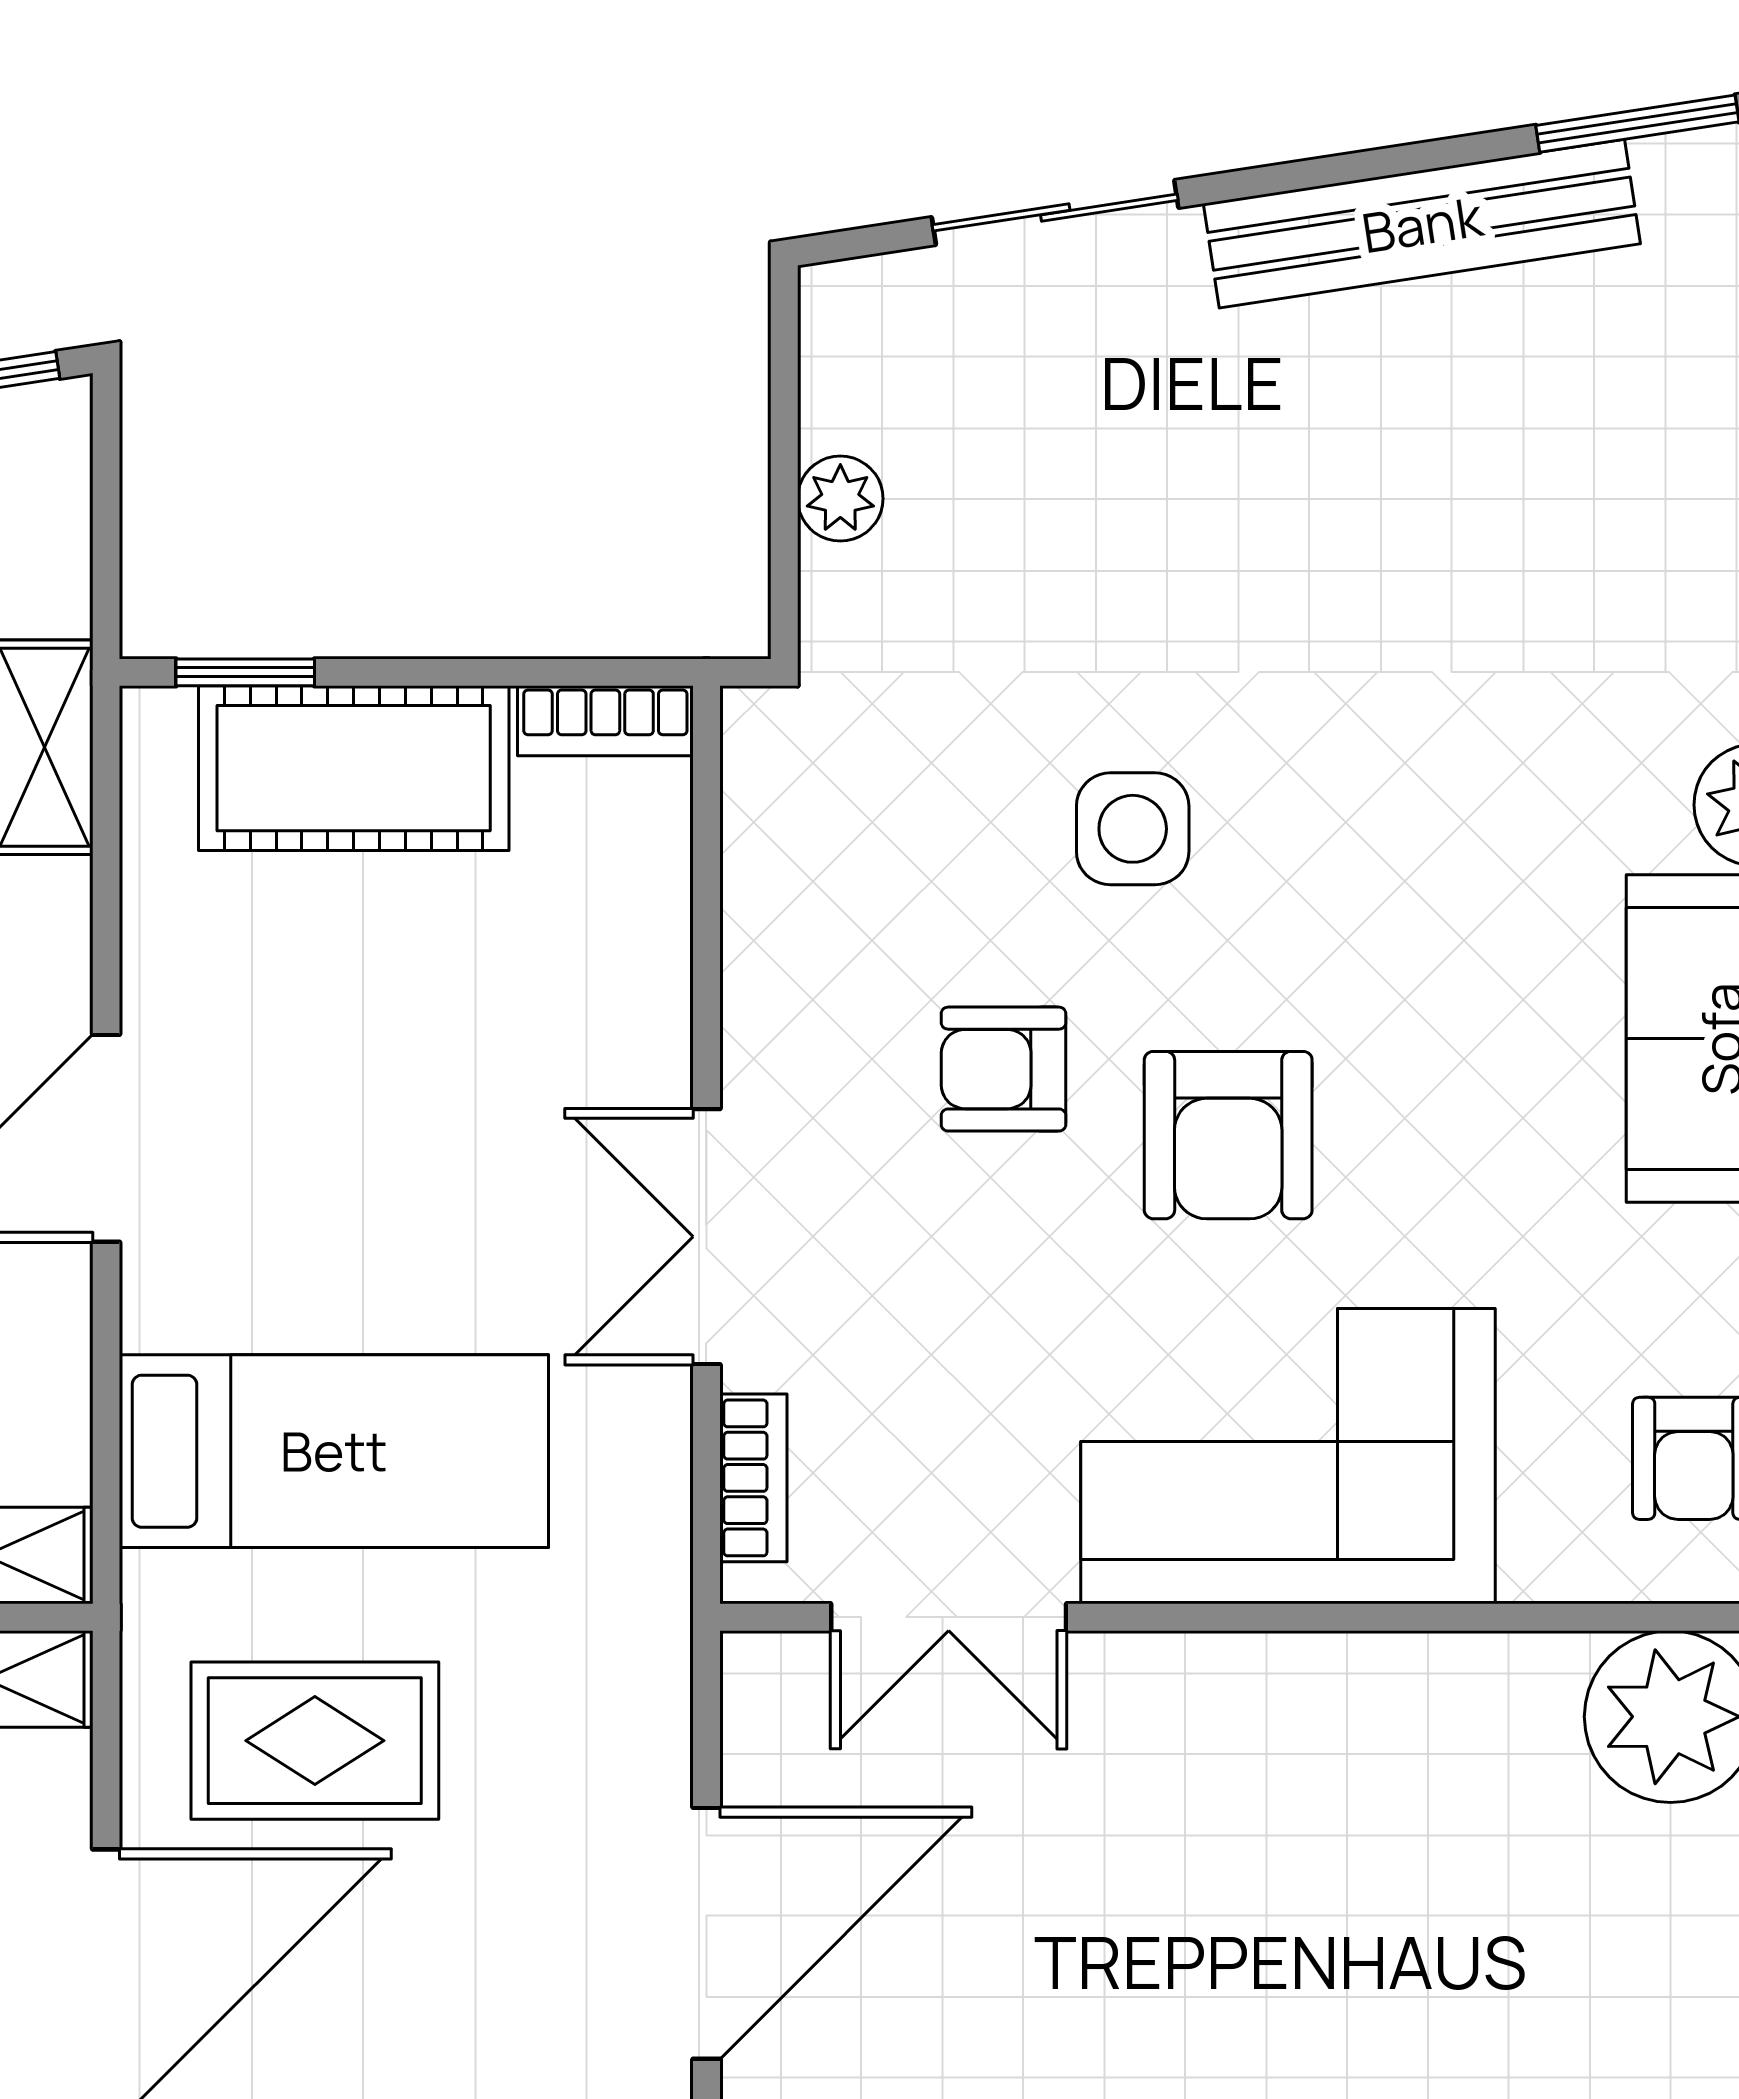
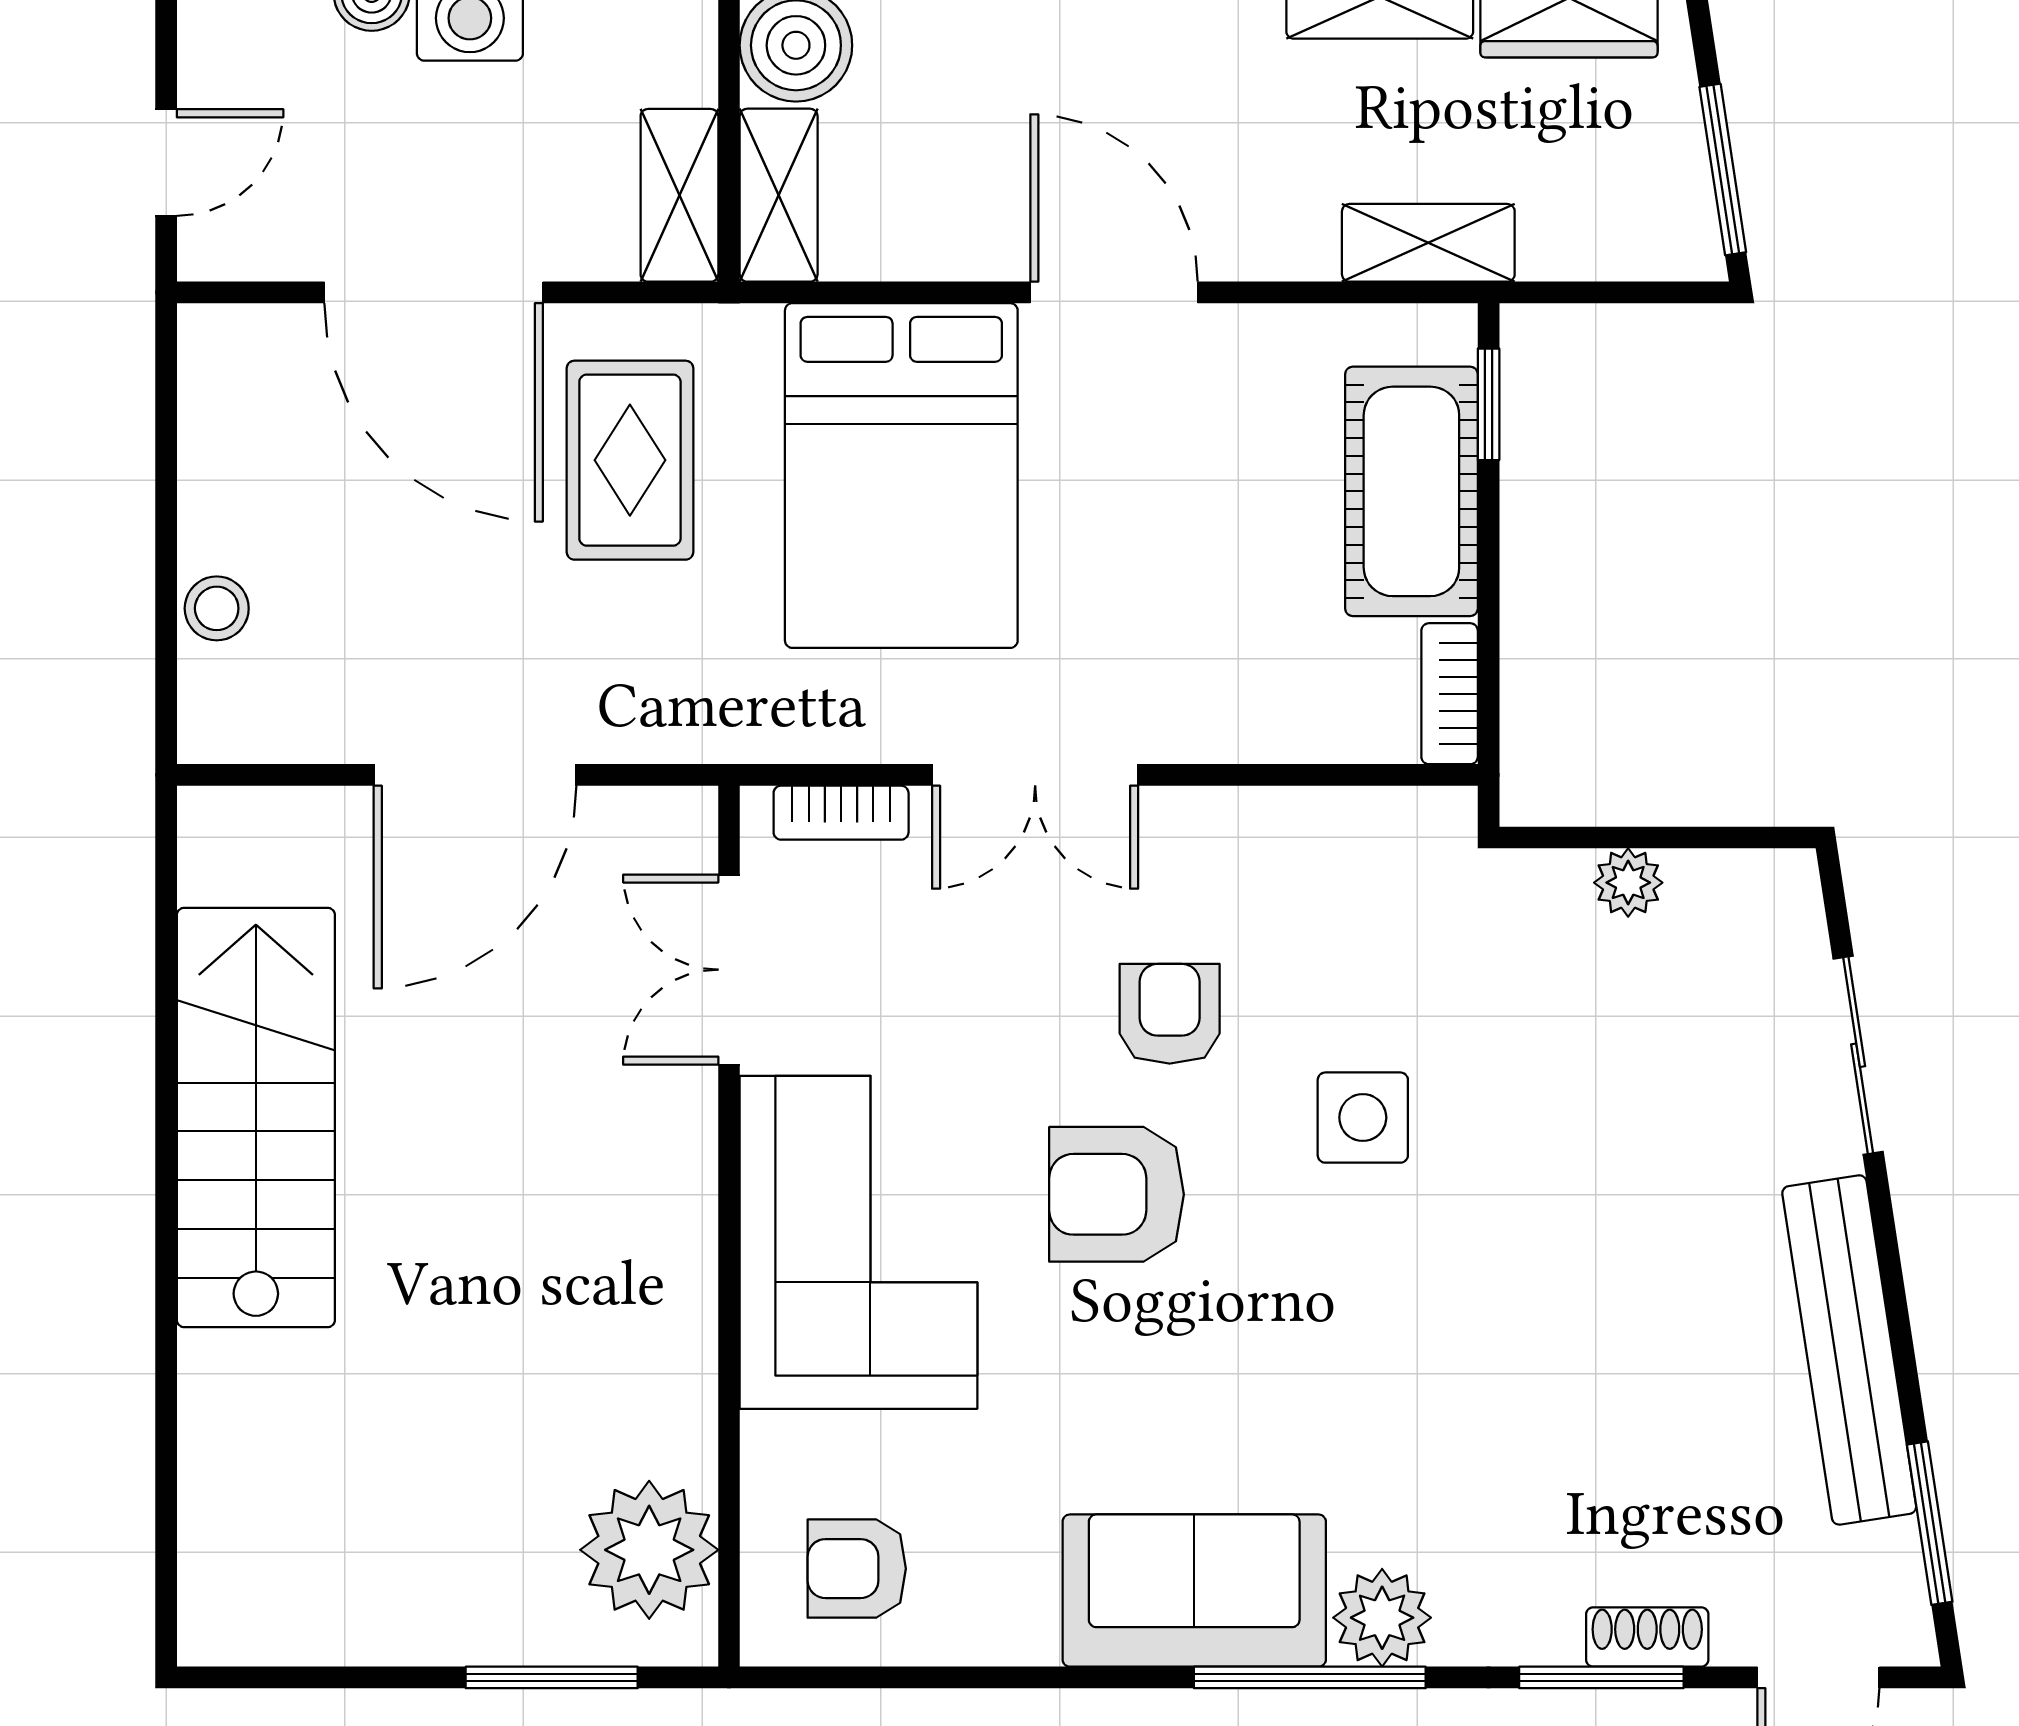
double door: (706, 1237) -> (1035, 775), swing flipped
bed: (334, 1451) -> (901, 476), width x1.50
door: (706, 1933) -> (475, 775), hinge flipped

